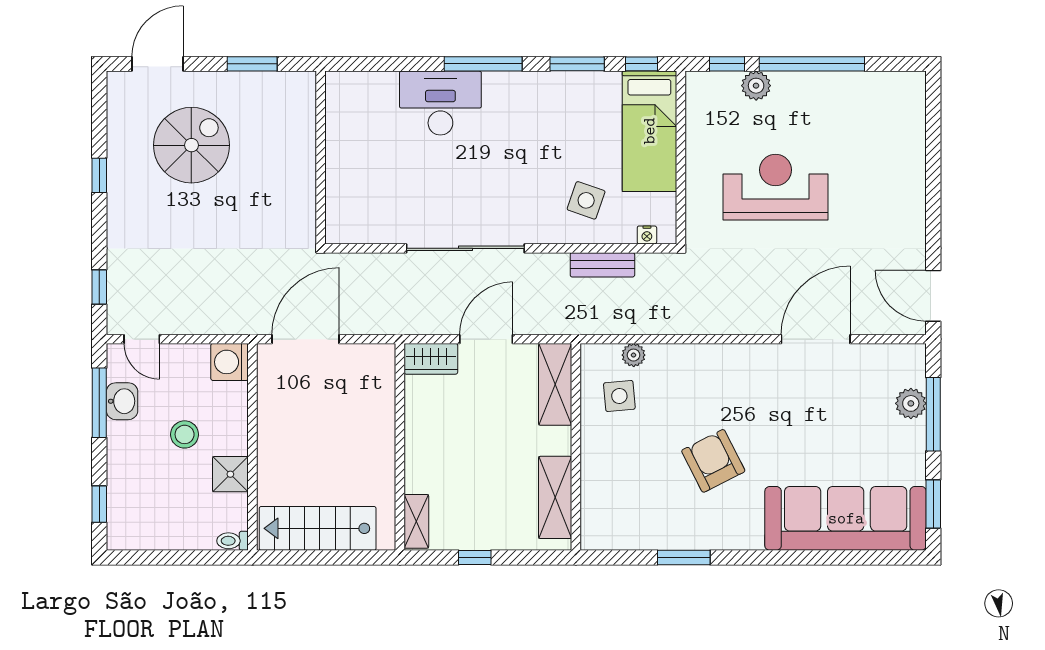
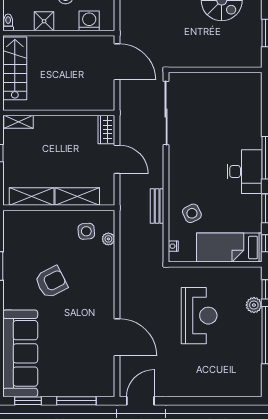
desk: (440, 103) -> (244, 172), moved
side table: (586, 200) -> (192, 213), turned 45
sliding door: (465, 248) -> (166, 113), moved
bench: (602, 265) -> (157, 206), moved
washing machine: (230, 362) -> (89, 21), moved
shelving: (555, 384) -> (77, 197), moved
plant: (911, 403) -> (82, 389), removed

